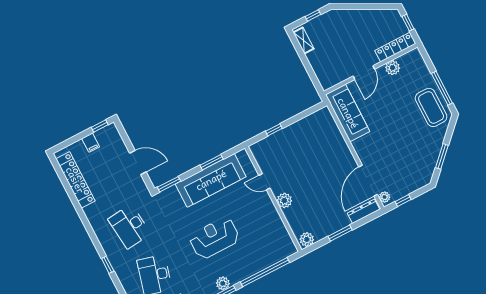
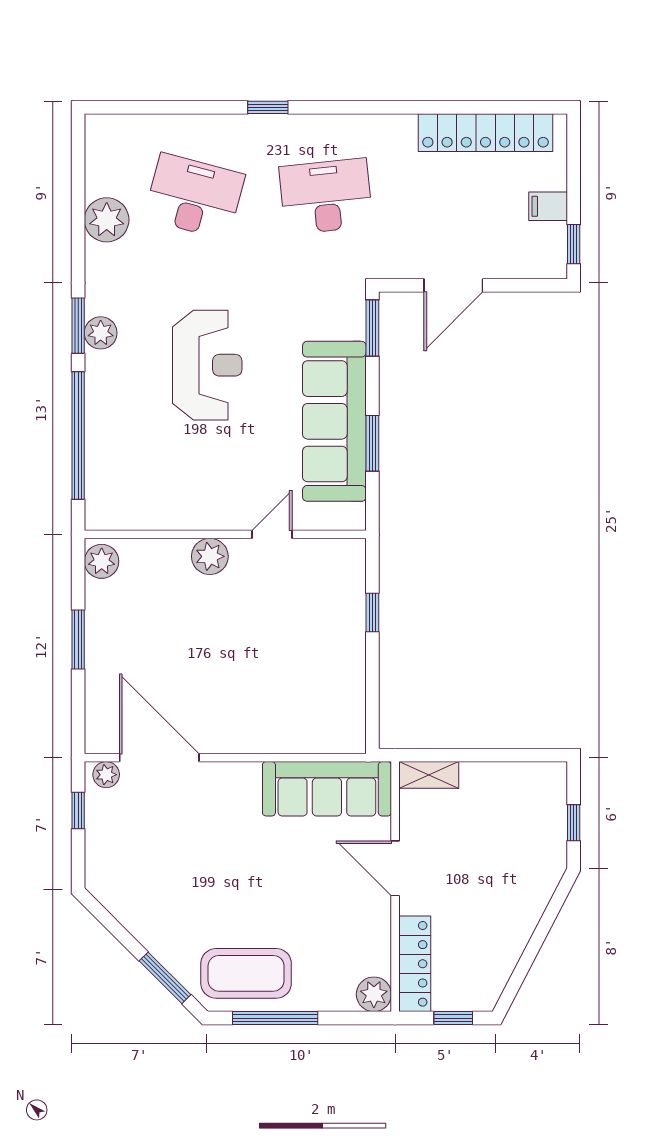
shelving: (304, 40) -> (429, 775), moved
plant: (393, 68) -> (374, 994), moved
window: (442, 156) -> (165, 978), moved
dresser: (363, 211) -> (99, 714), removed

